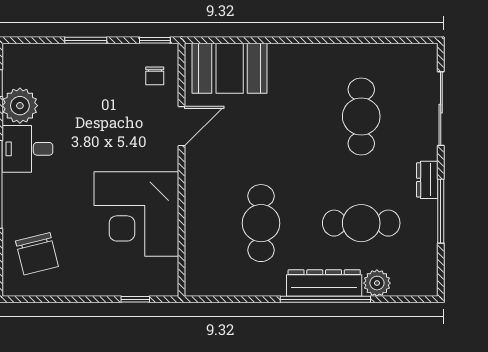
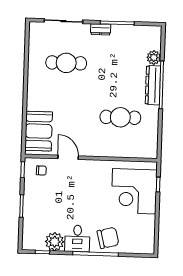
corner desk: (136, 214) -> (134, 191), moved, turned 90
cafe table: (361, 223) -> (122, 65), removed
chair: (37, 254) -> (108, 238), moved

